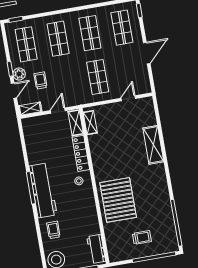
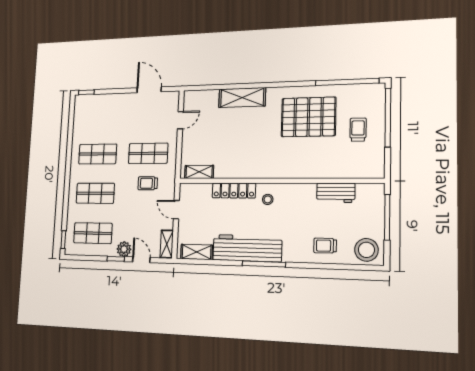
shop shelf: (122, 28) -> (100, 115), removed
door: (147, 53) -> (149, 90), moved
trolley: (41, 81) -> (148, 183), moved
door: (128, 98) -> (180, 120), swing flipped
shelving: (76, 123) -> (197, 252), moved
workbench: (43, 190) -> (247, 248), moved
pallet: (118, 200) -> (308, 117), moved
workbench: (96, 249) -> (336, 193), moved

